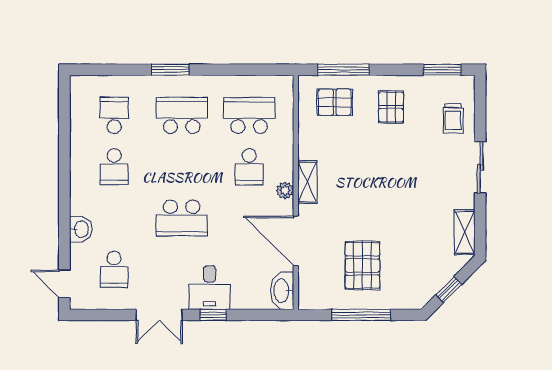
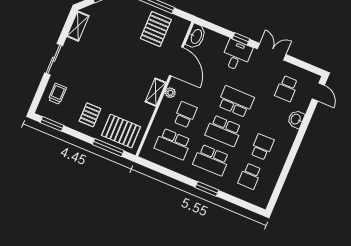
pallet: (335, 102) -> (121, 131), width x1.50, depth x1.42
school desk: (182, 167) -> (224, 131), added
pallet: (363, 265) -> (156, 29), moved
school desk: (114, 269) -> (287, 88), turned 180

